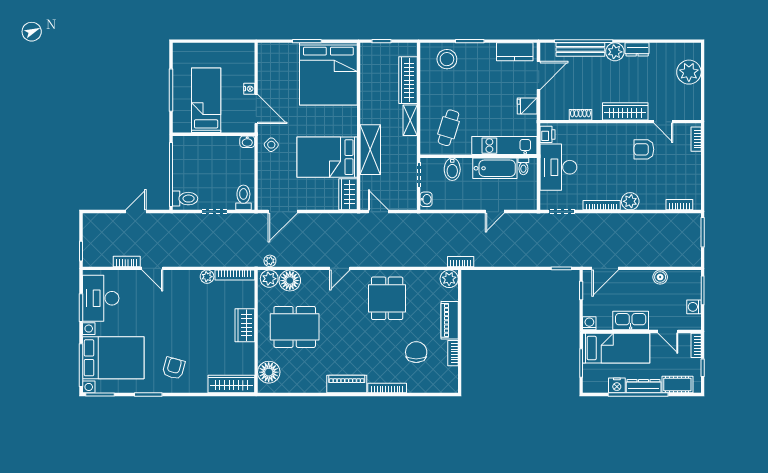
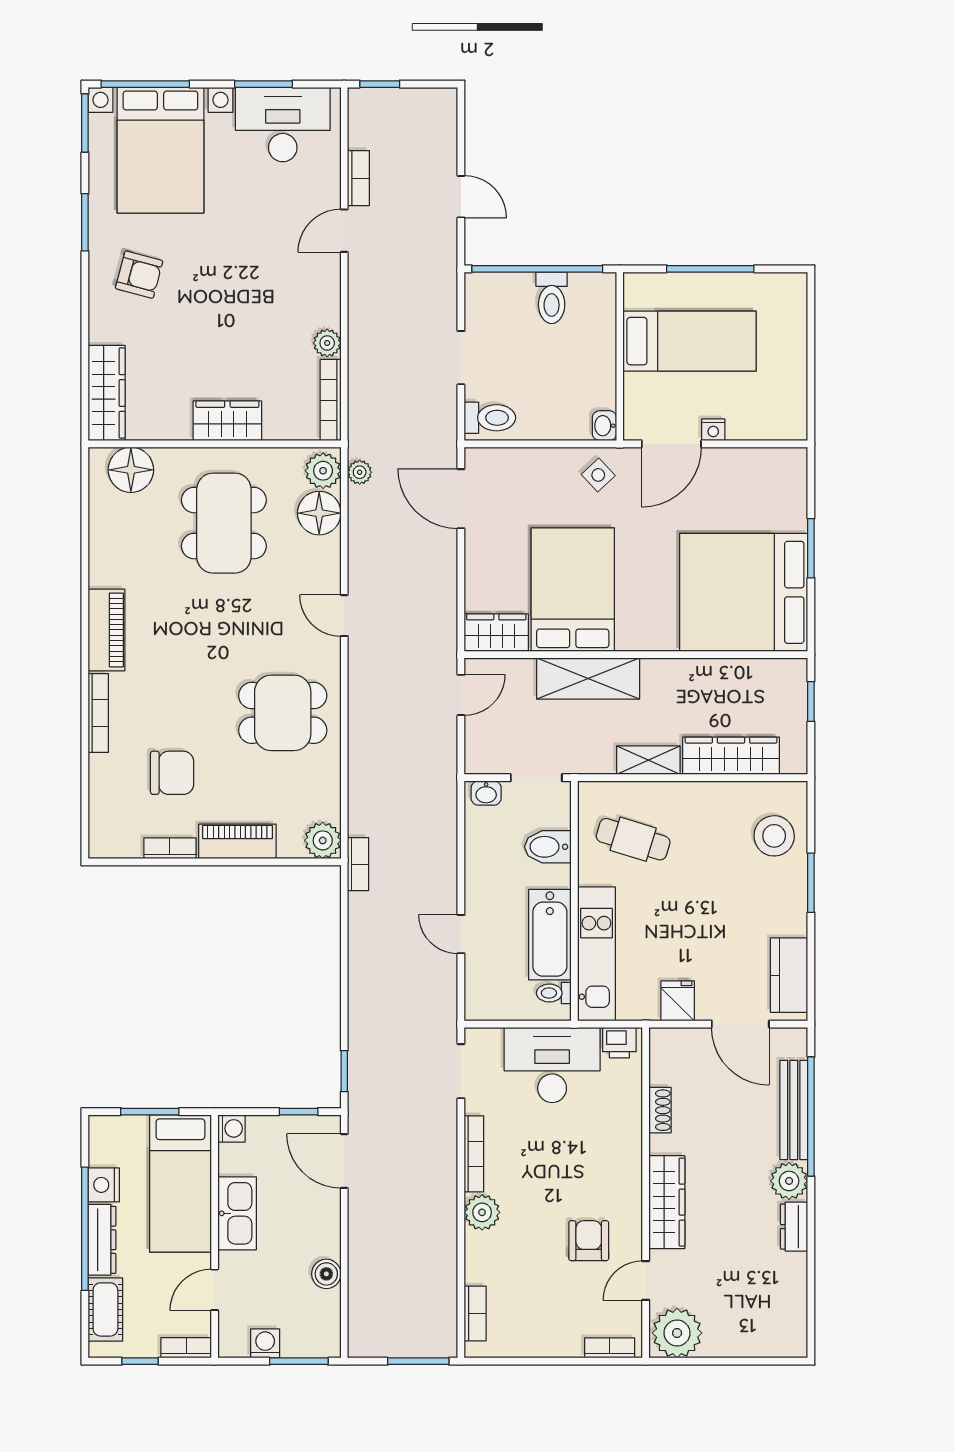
plant: (689, 72) -> (677, 1333), moved
toilet: (185, 199) -> (552, 298), moved

